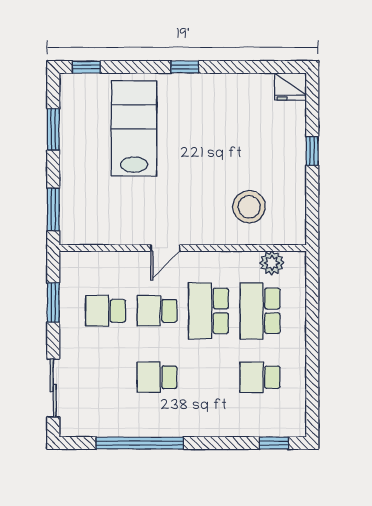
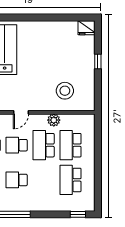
window: (185, 67) -> (31, 18), removed
plant: (272, 263) -> (54, 120), moved
school desk: (260, 377) -> (71, 180), width x1.85

